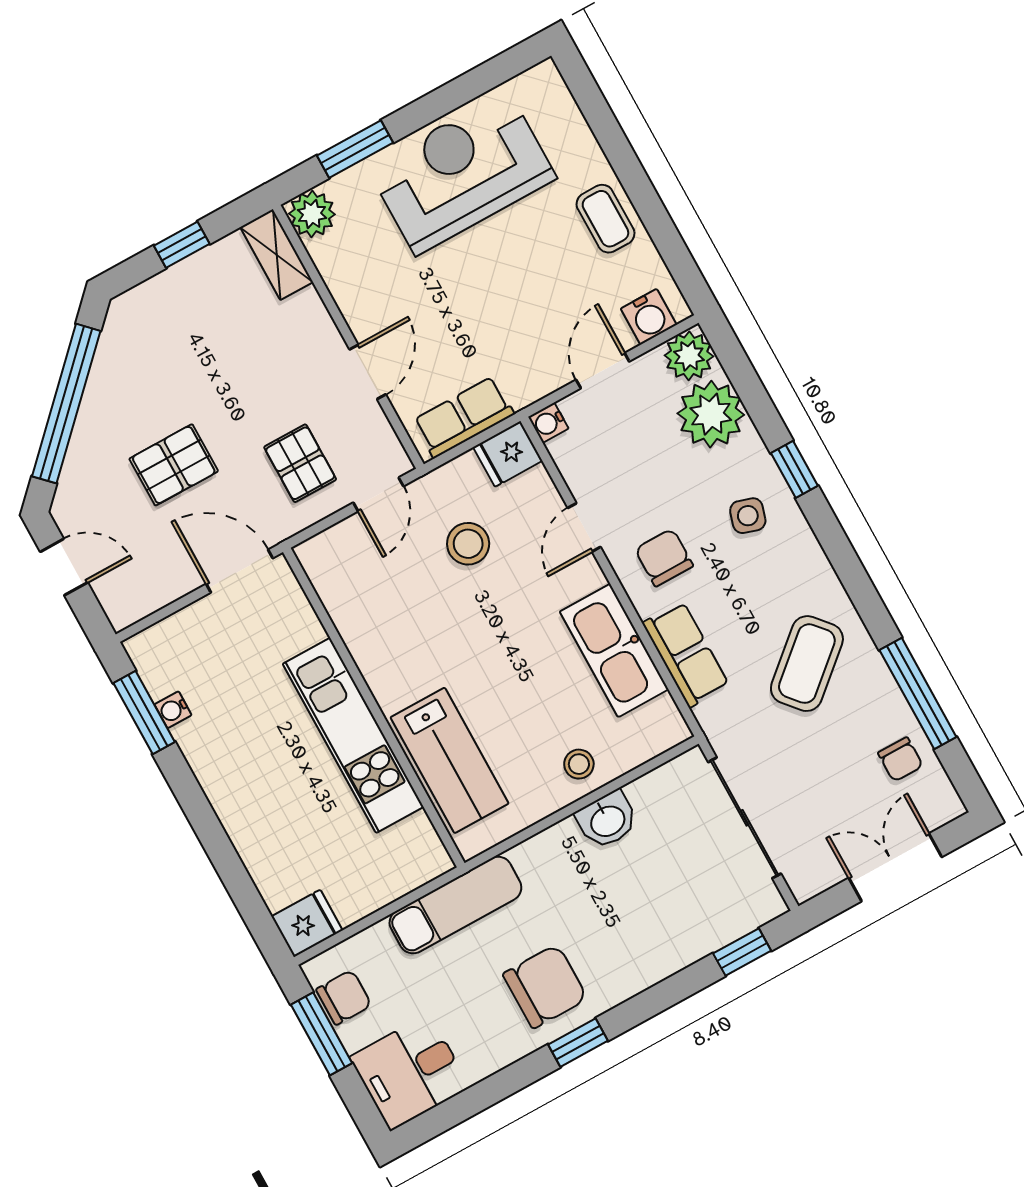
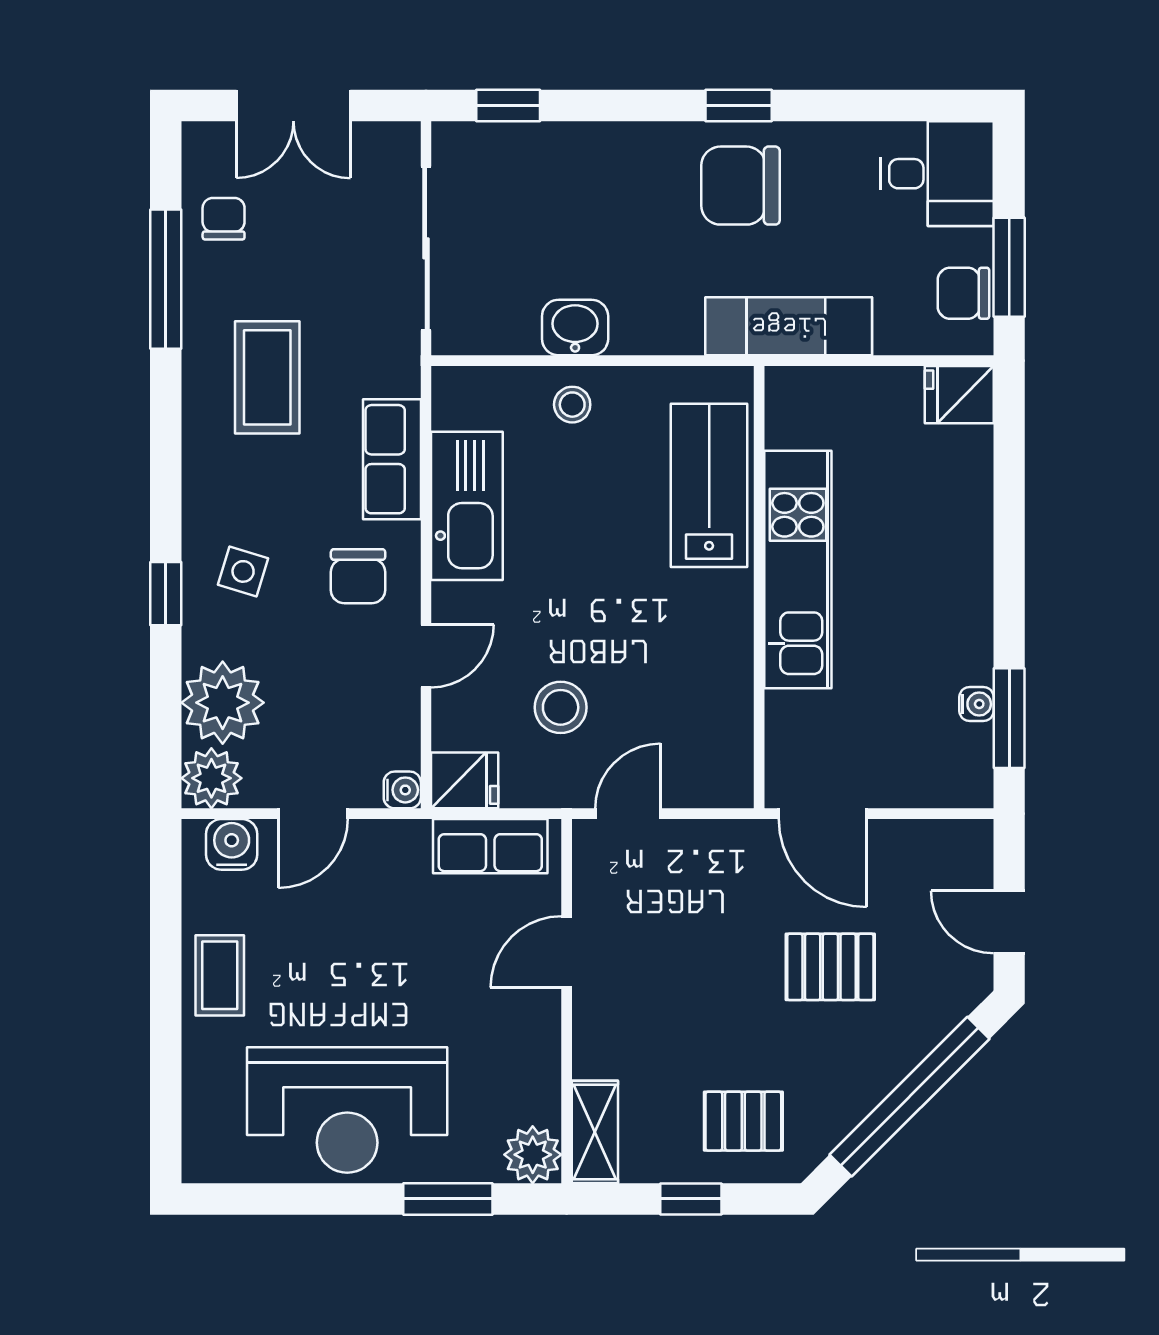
pallet: (300, 463) -> (743, 1121), moved, turned 90
coffee table: (807, 664) -> (267, 377), turned -49

